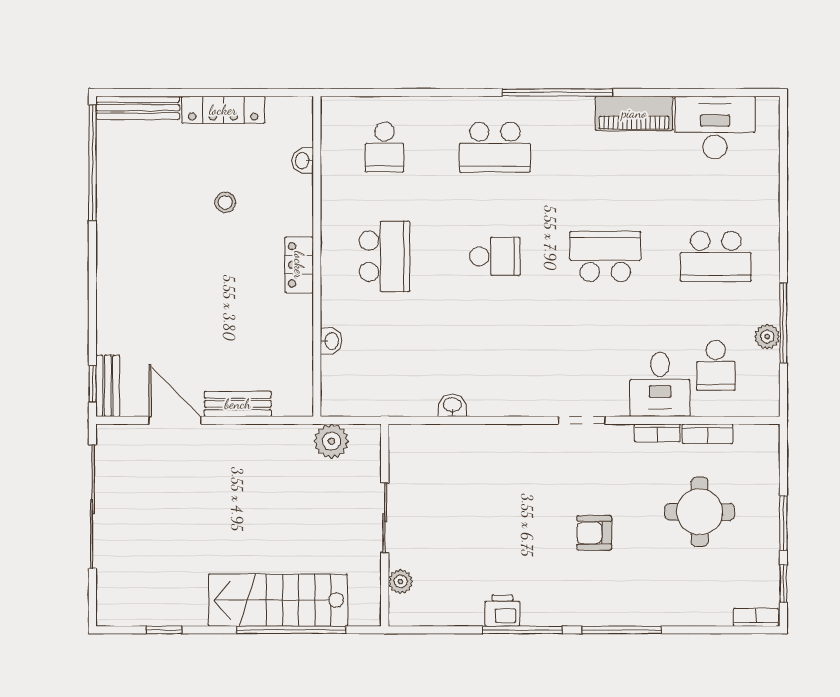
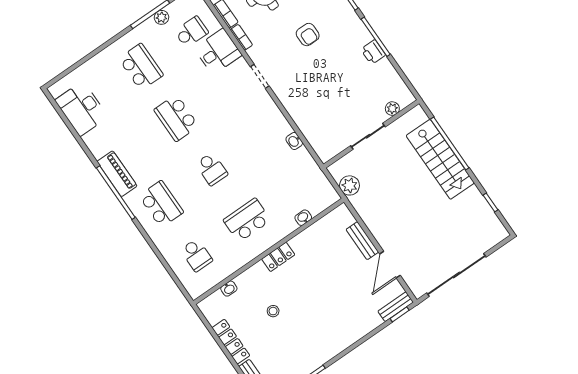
piano: (634, 113) -> (117, 174), moved
school desk: (384, 147) -> (197, 255), turned 90
school desk: (495, 256) -> (212, 169), turned 180

